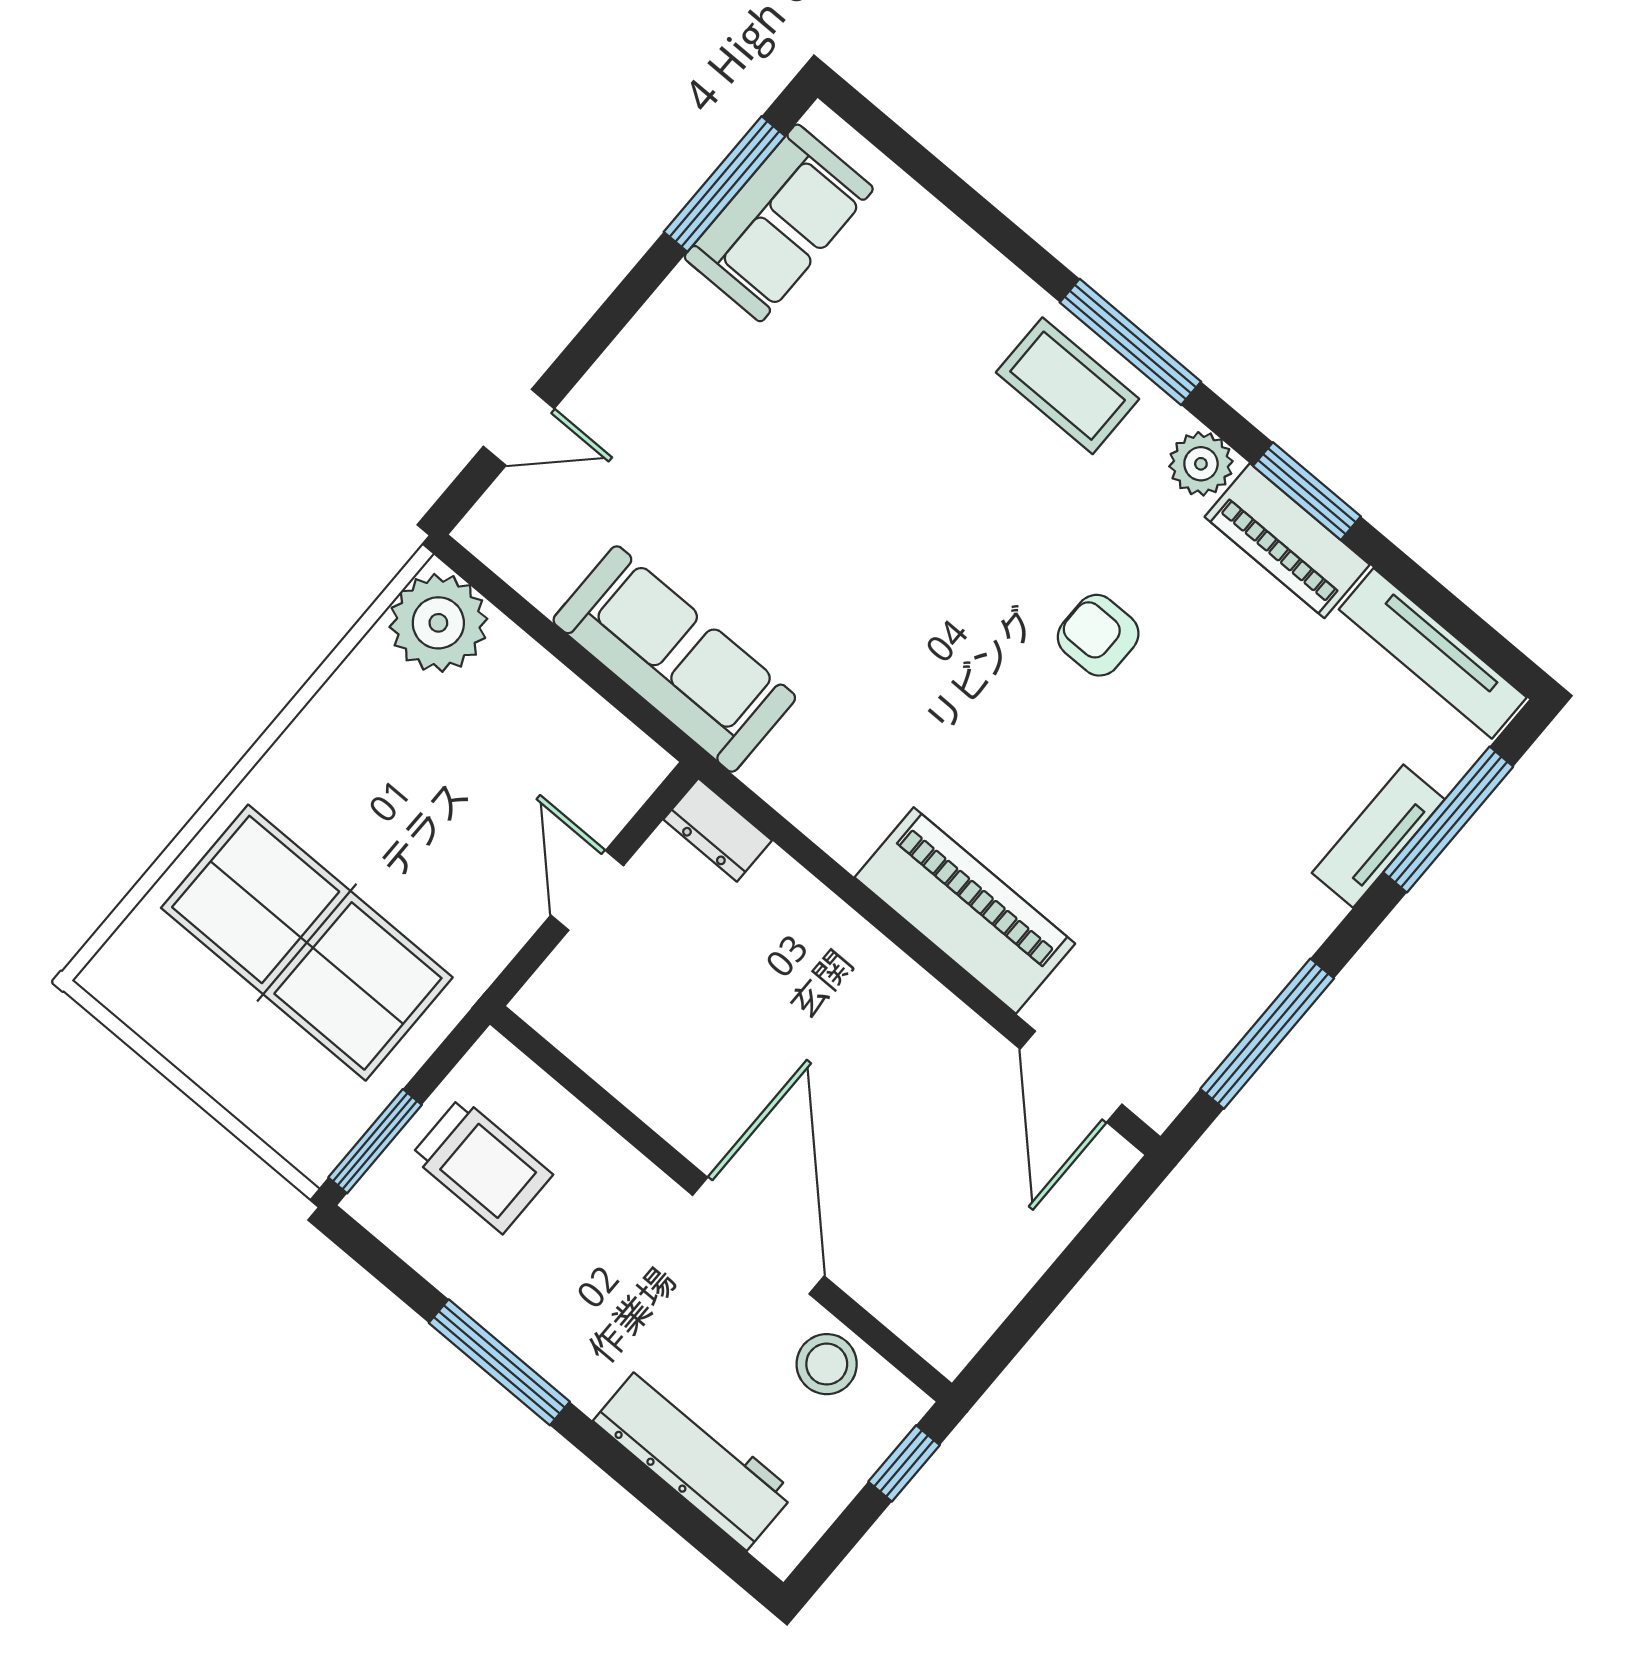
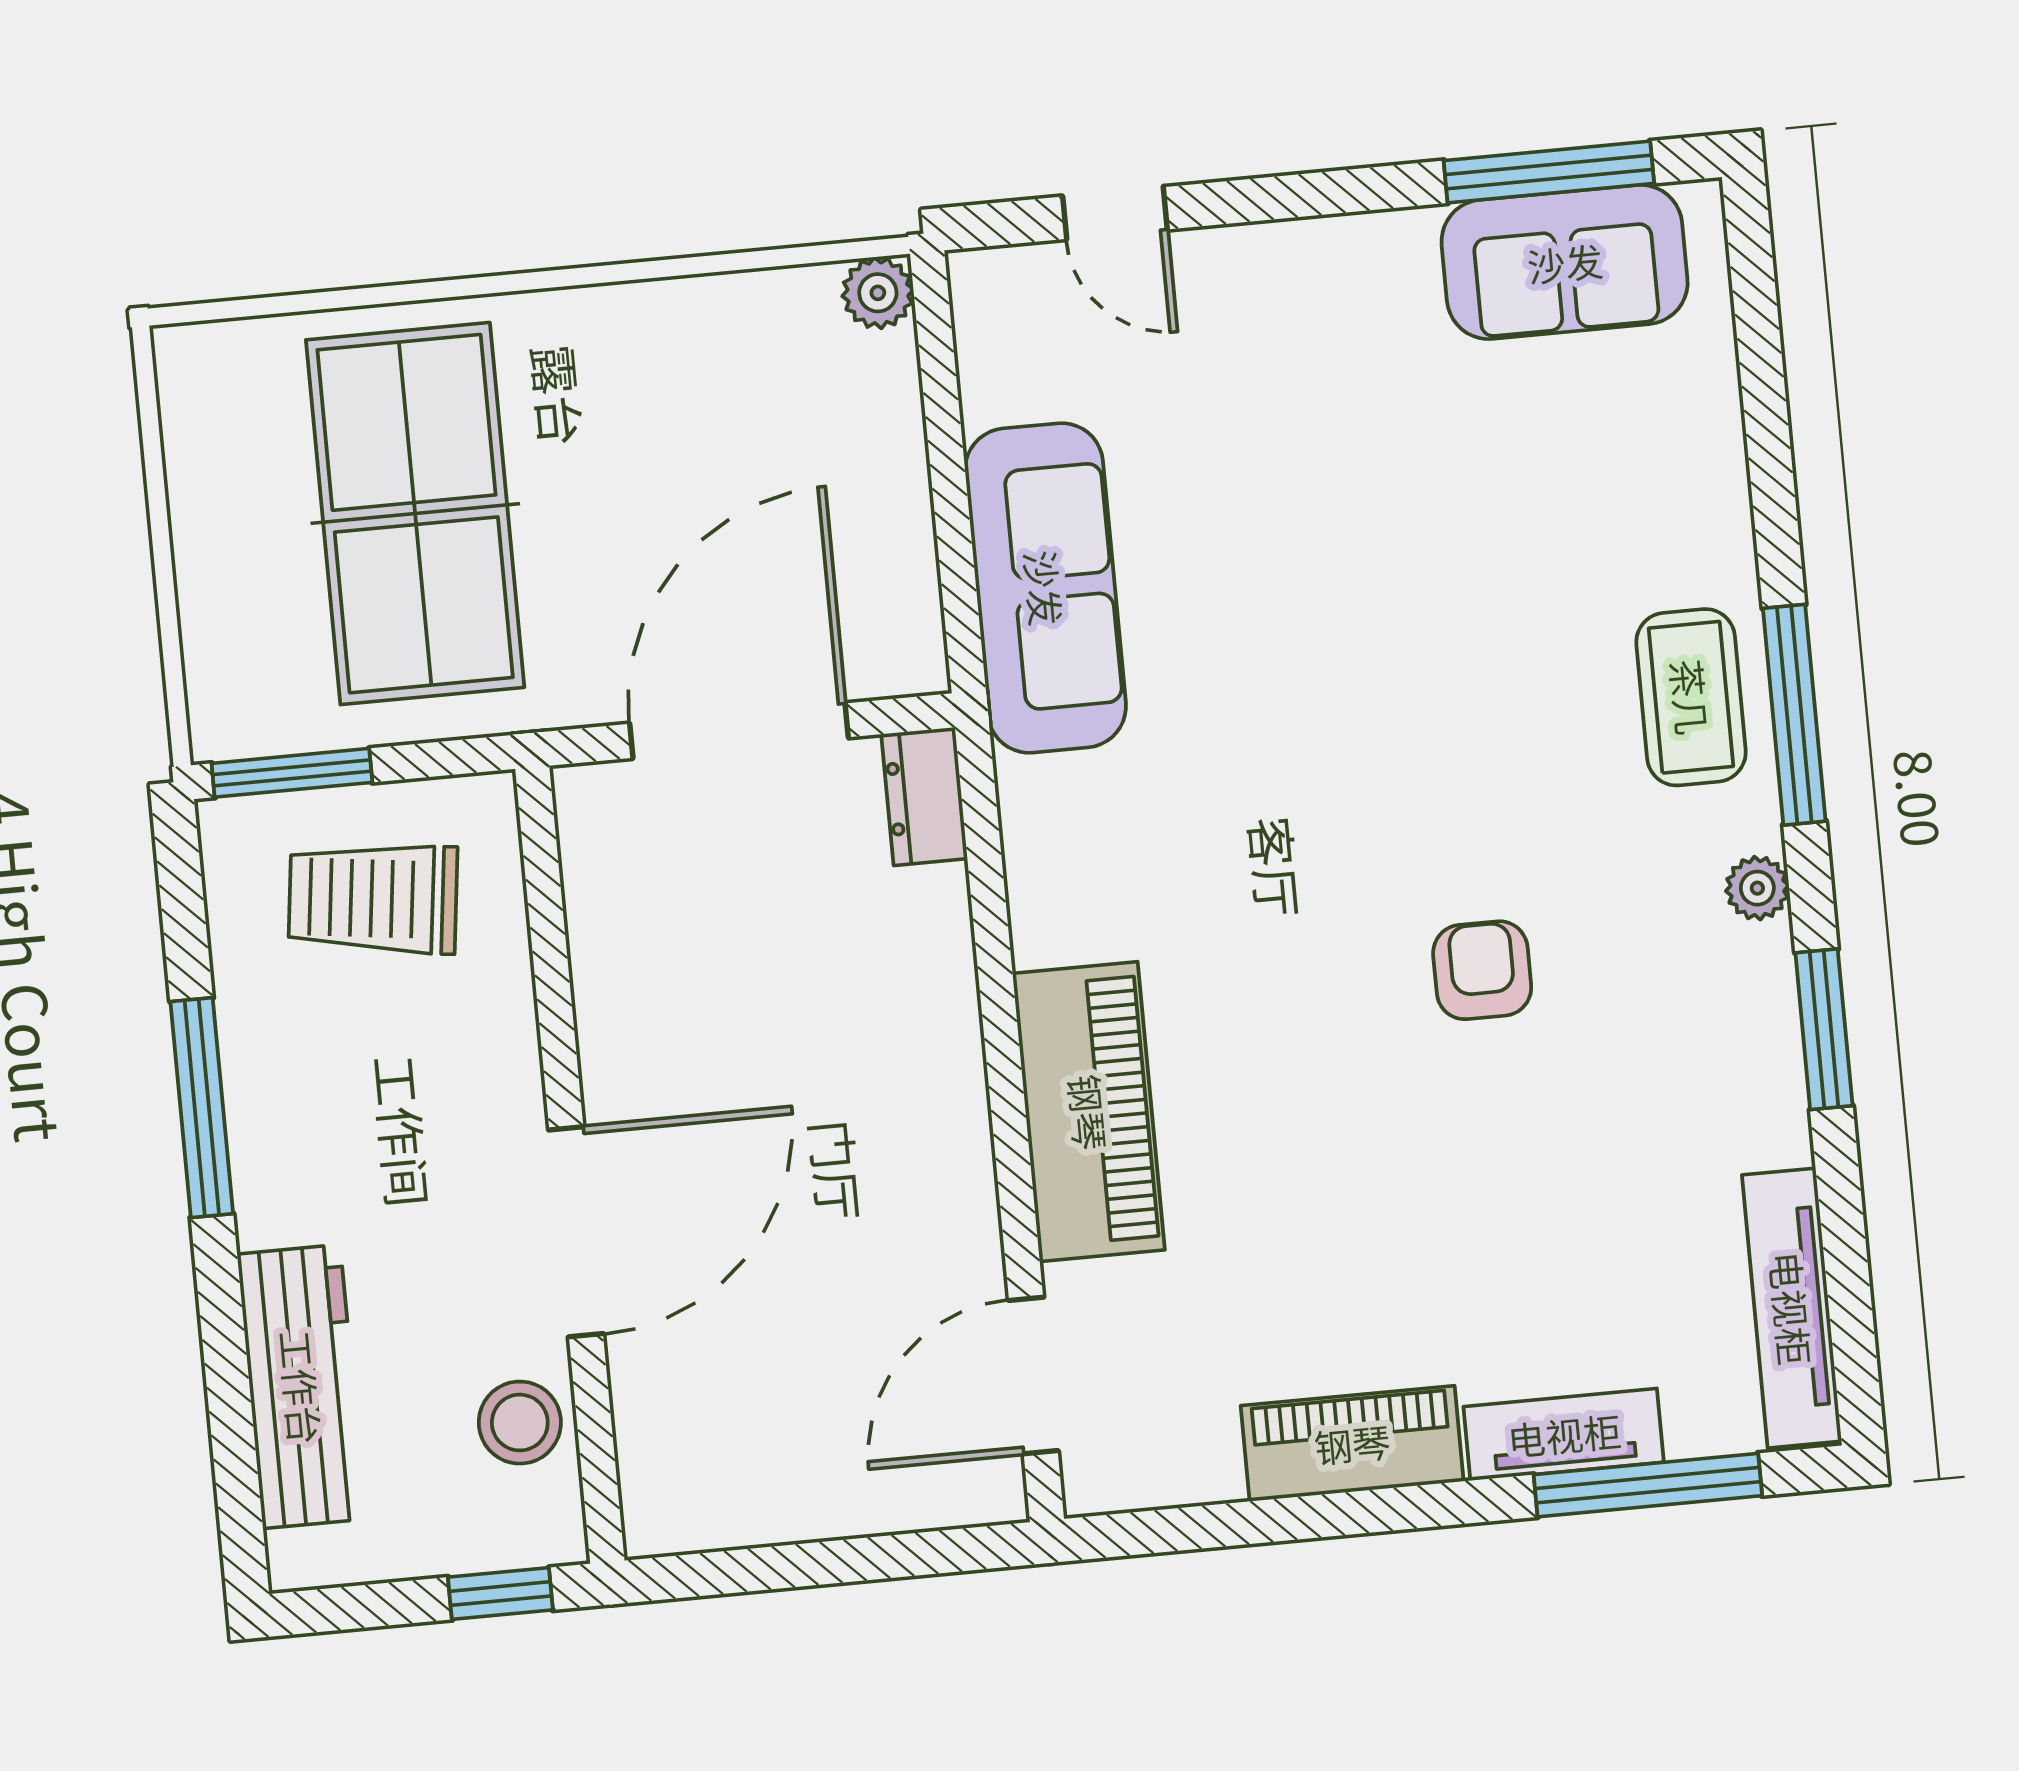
plant: (1201, 464) -> (1757, 888), width x0.73, depth x0.73
piano: (1287, 541) -> (1352, 1443), moved, turned 90
plant: (438, 623) -> (878, 293), width x0.53, depth x0.53
door: (587, 890) -> (739, 731), width x1.87
window: (1267, 1034) -> (1266, 1521), removed
trolley: (482, 1165) -> (373, 898), turned 97

